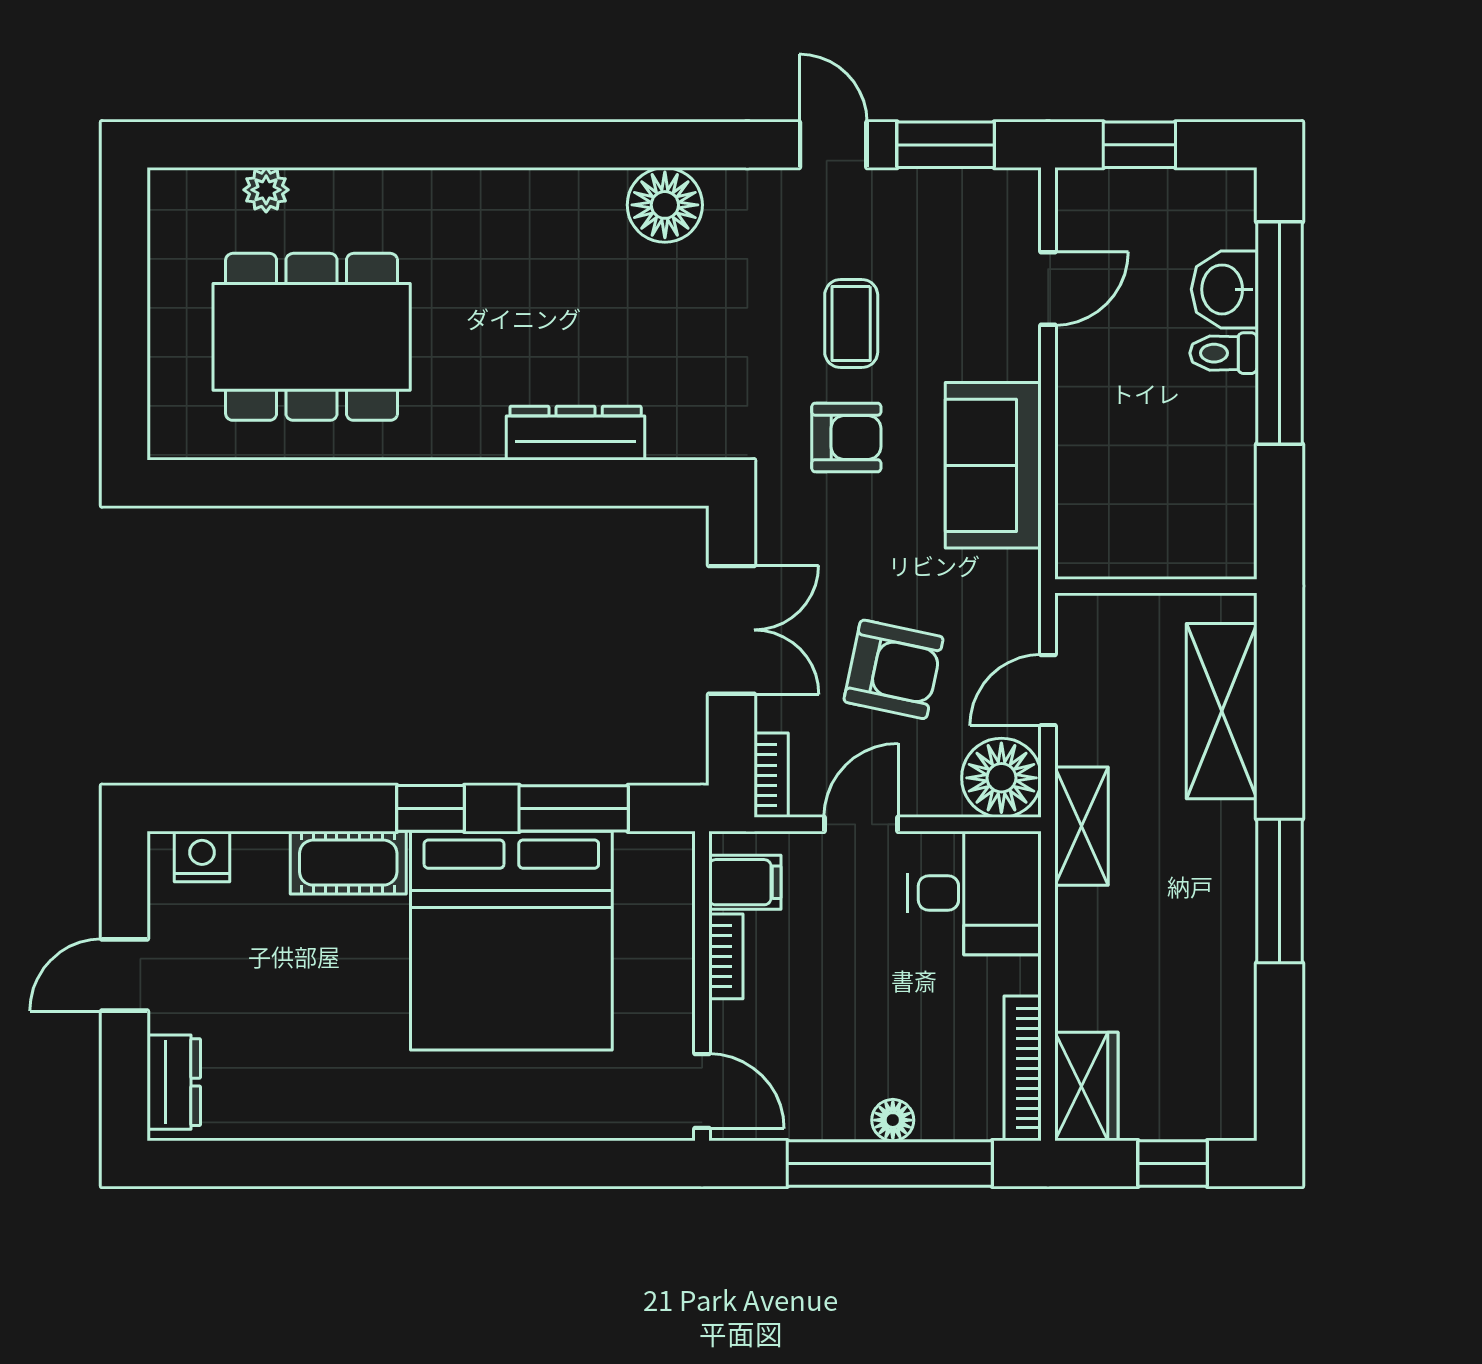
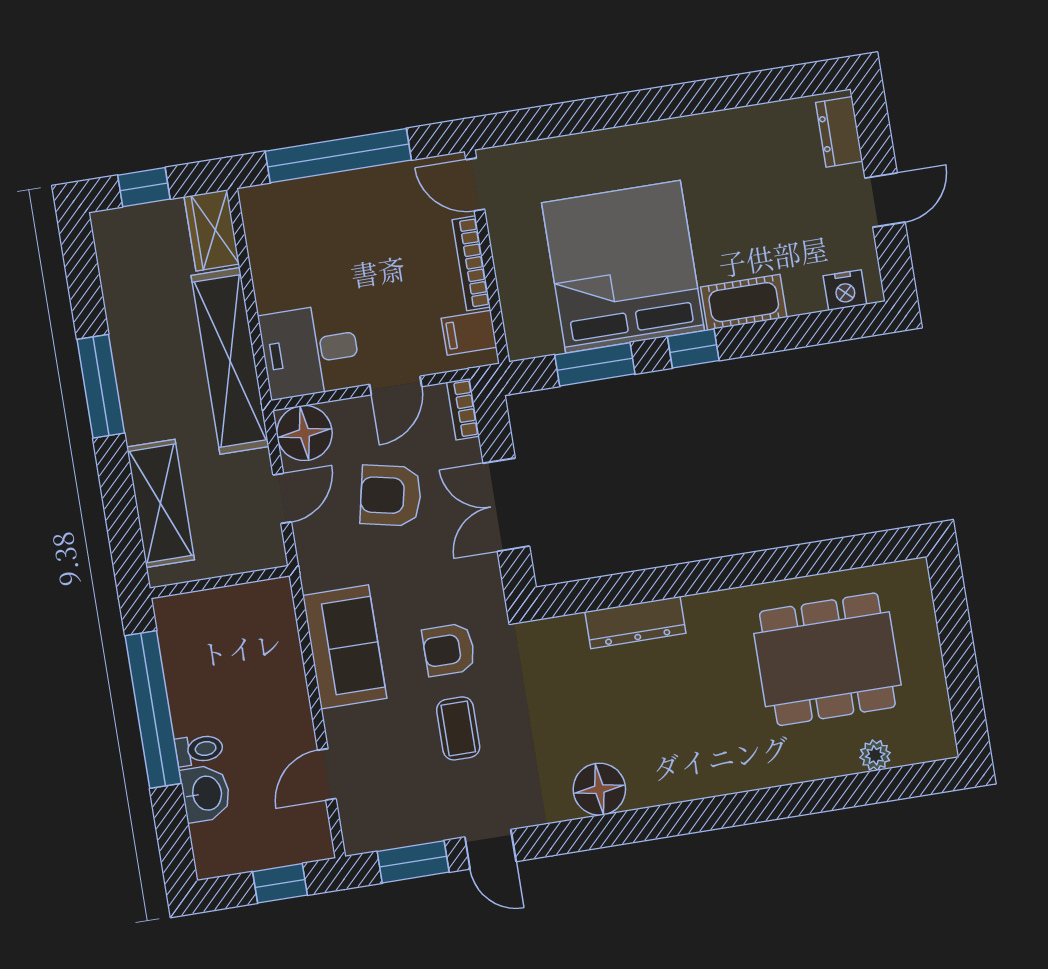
window: (1279, 333) -> (153, 710), moved
shelving: (1081, 826) -> (230, 361), width x2.20, depth x1.33
bookcase: (726, 956) -> (471, 263), width x1.56
bookcase: (1023, 1068) -> (257, 236), removed
floor lamp: (893, 1120) -> (341, 186), removed

